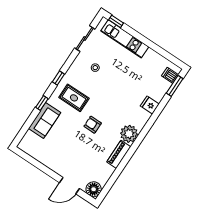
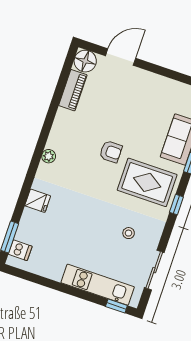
rug: (74, 98) -> (147, 182), width x1.36, depth x1.43
plant: (129, 134) -> (49, 156), width x0.53, depth x0.53
piano: (119, 154) -> (73, 90), moved

